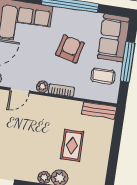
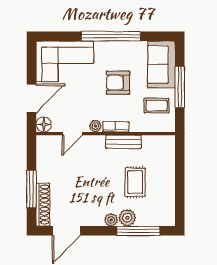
armchair: (70, 49) -> (118, 83), turned -104
bench: (99, 110) -> (124, 142), moved

